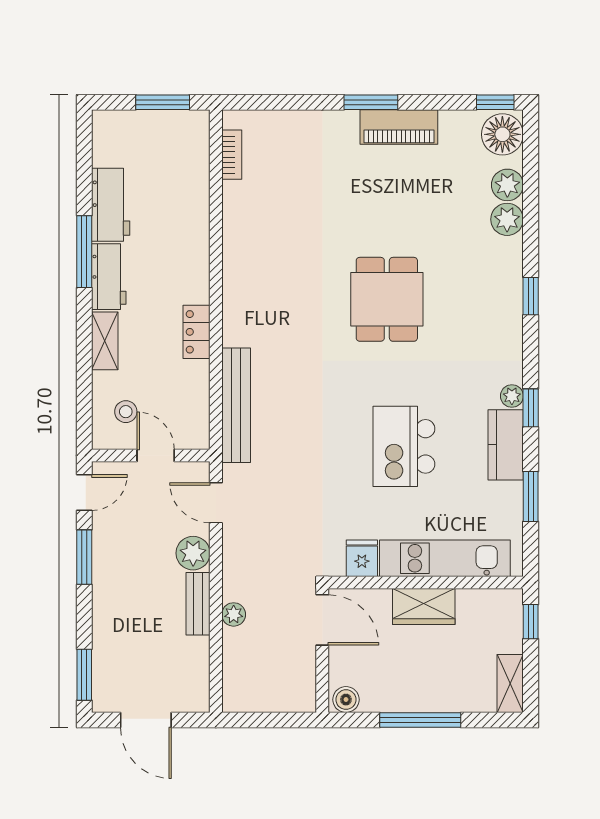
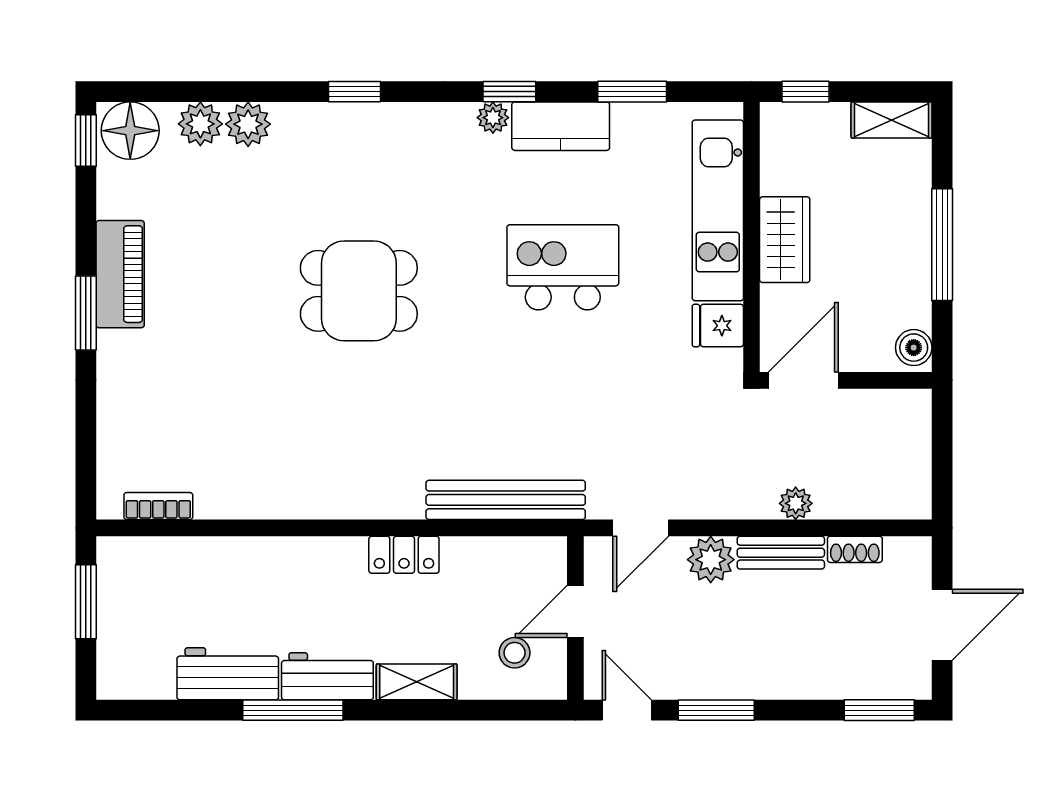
kitchen island: (404, 446) -> (563, 267), turned 180
shoe rack: (200, 657) -> (855, 549), added

